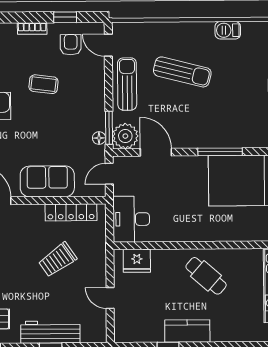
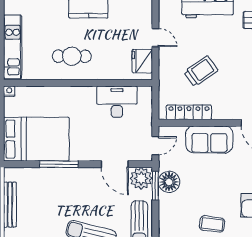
floor lamp: (99, 138) -> (169, 182), width x1.89, depth x1.89
desk: (131, 219) -> (117, 102), moved, turned -90
fridge: (137, 261) -> (142, 61), moved, turned -90
cafe table: (206, 276) -> (72, 56), turned -41

